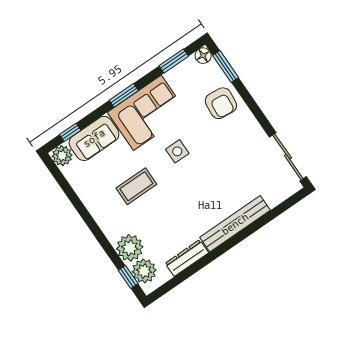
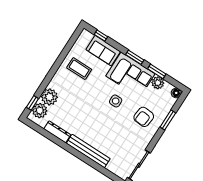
window: (174, 61) -> (157, 71), moved
window: (226, 67) -> (168, 120), moved
armchair: (221, 103) -> (144, 117), moved
plant: (62, 156) -> (158, 83), moved
coffee table: (136, 186) -> (79, 69), moved

